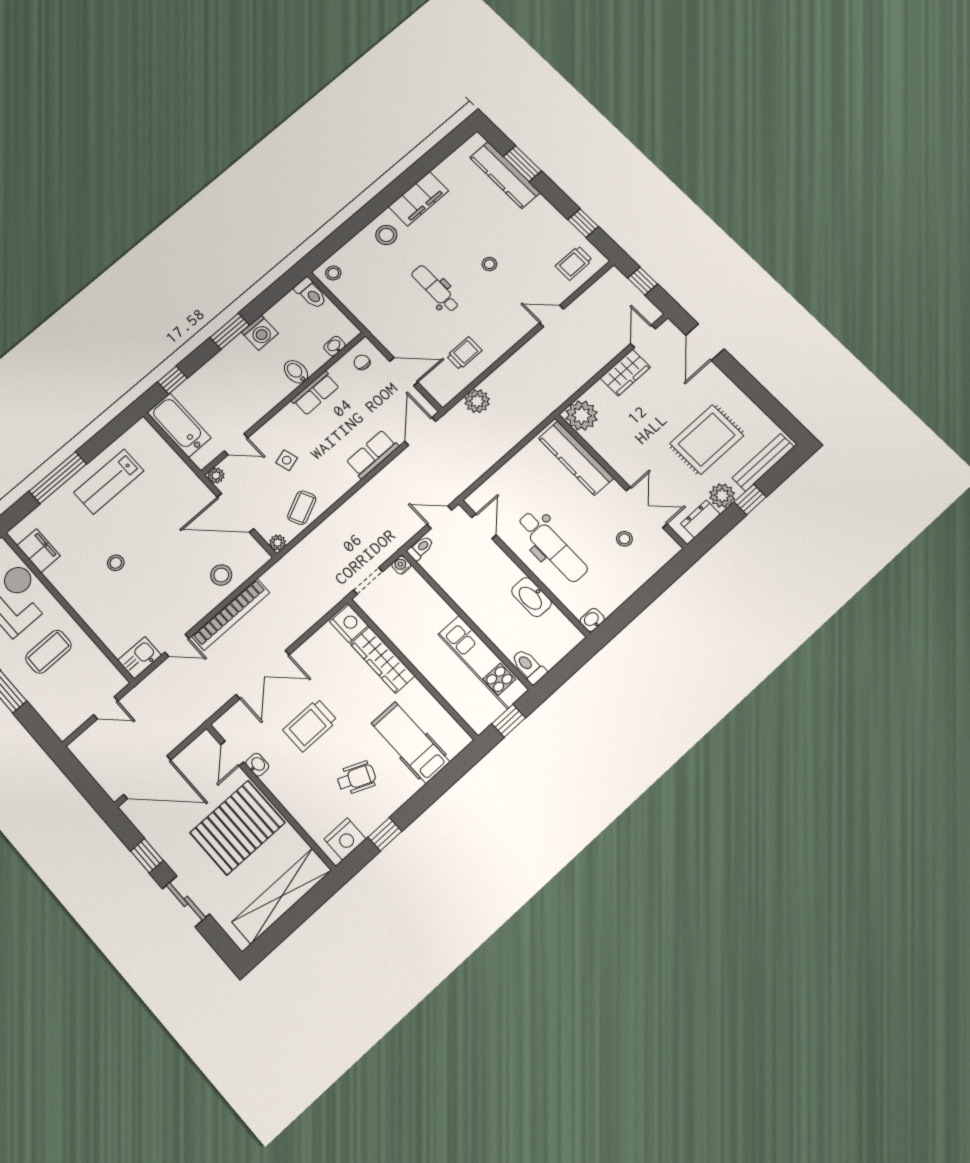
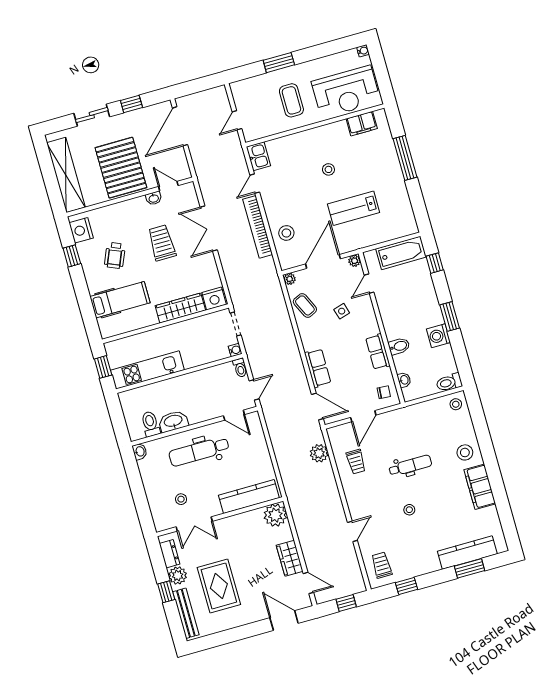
lab bench: (109, 482) -> (354, 208), moved, turned -90
toilet: (529, 666) -> (150, 424), moved, turned -90

